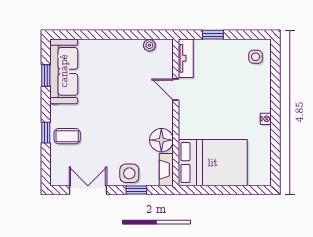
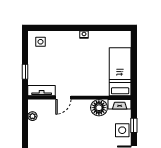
bed: (213, 163) -> (120, 72), width x0.67

